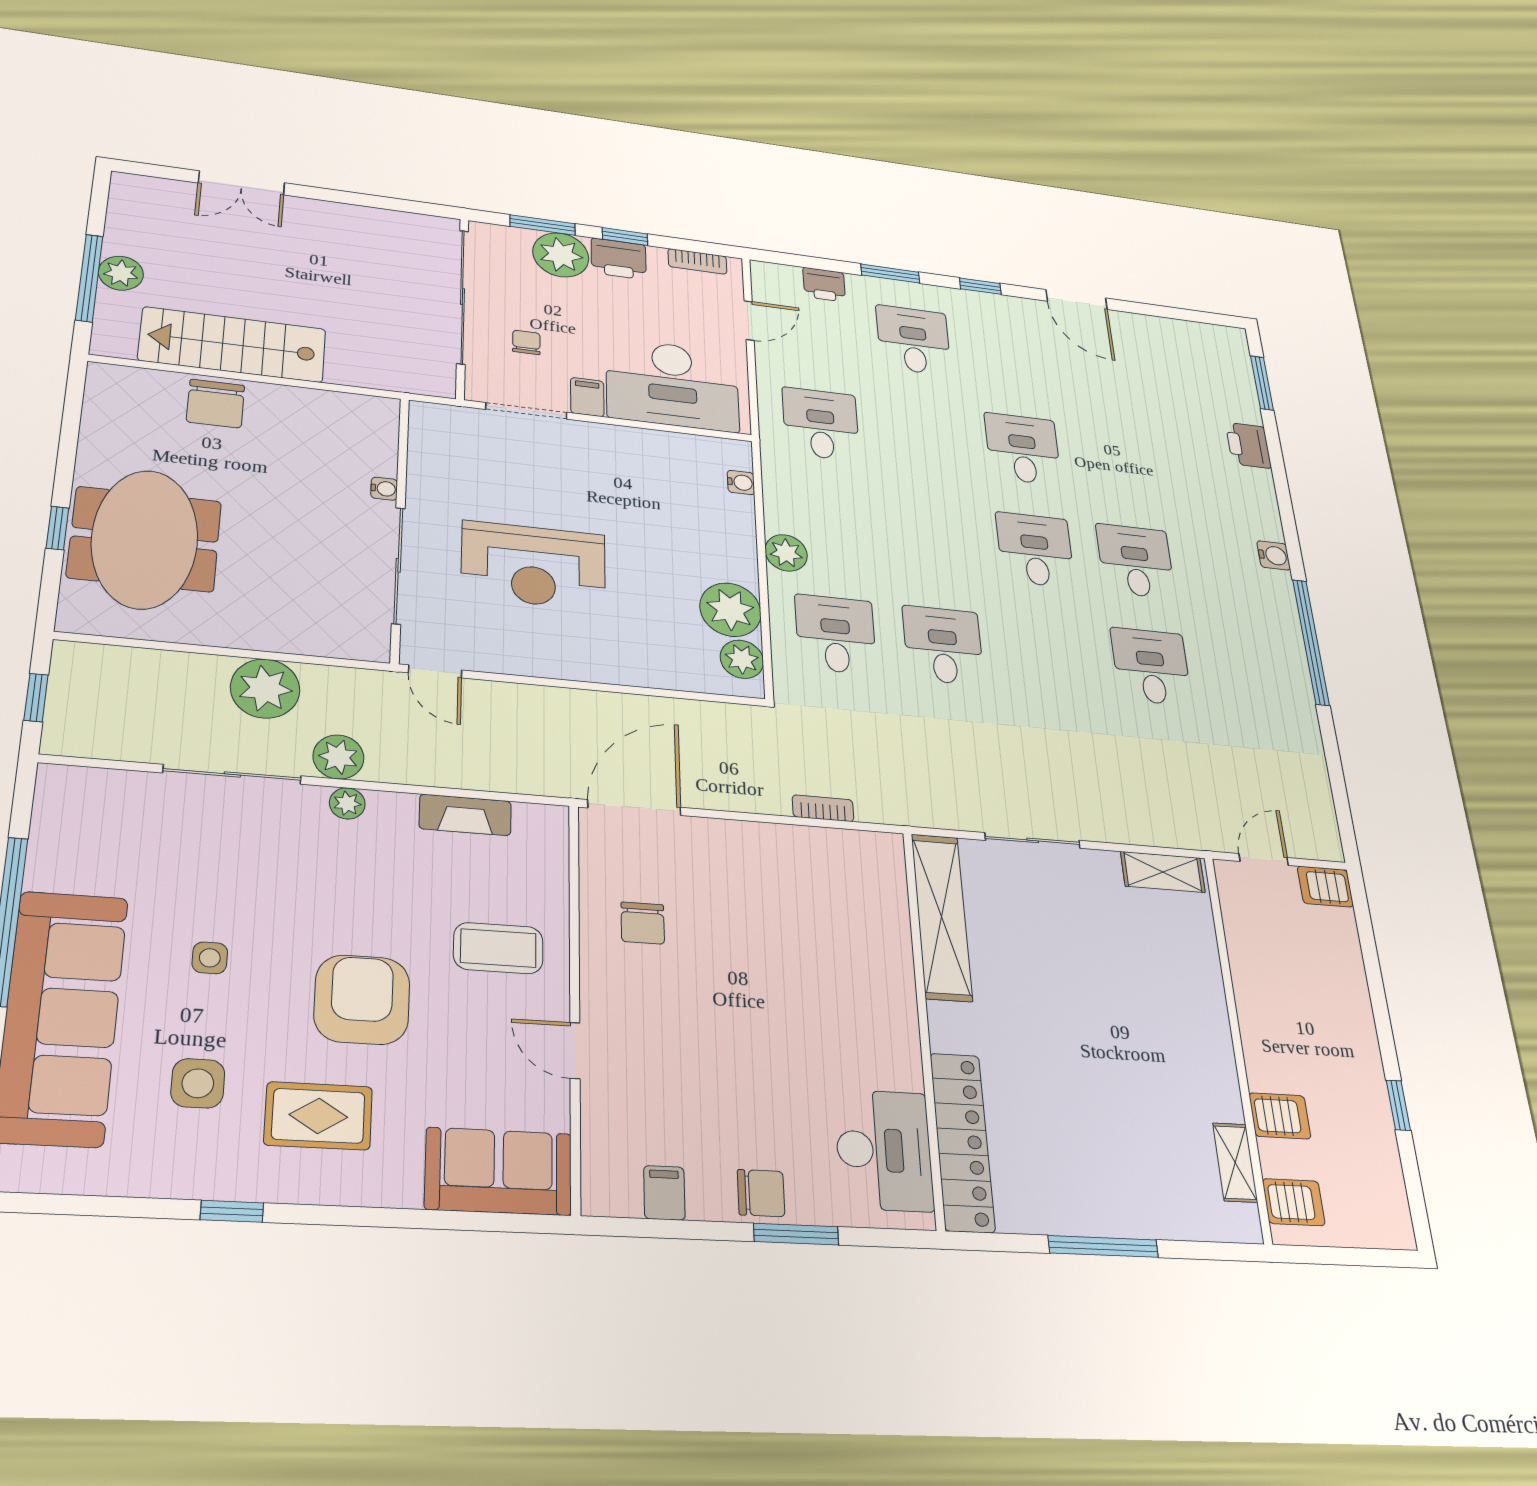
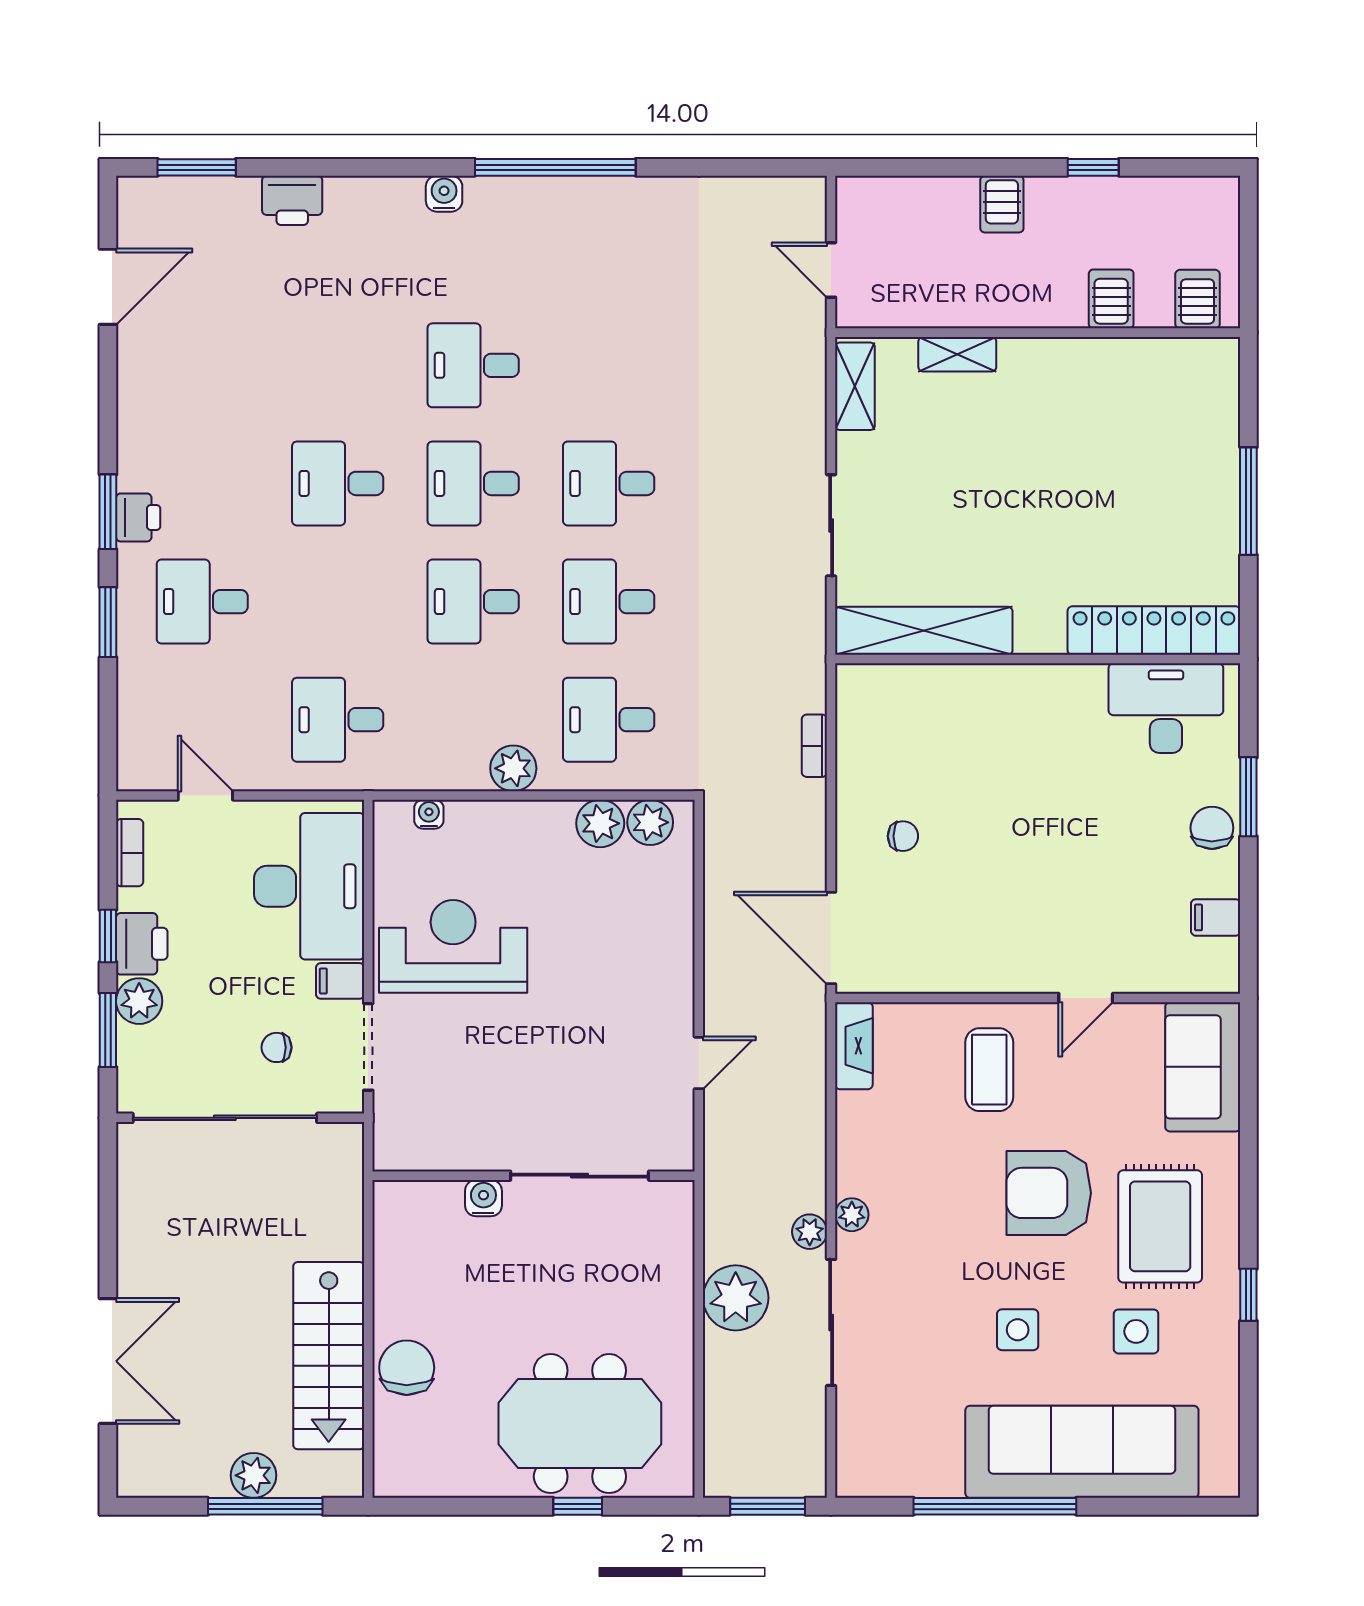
double door: (242, 183) -> (108, 1361), width x1.37
plant: (561, 255) -> (139, 1001), width x0.73, depth x0.73
printer: (824, 285) -> (138, 517), moved
window: (980, 286) -> (108, 512), width x1.50
door: (1077, 300) -> (108, 287), moved
chair: (216, 404) -> (407, 1368), turned -90
water cooler: (384, 489) -> (483, 1198), width x1.38, depth x1.38
desk: (933, 538) -> (473, 602), added
reception desk: (534, 565) -> (453, 946), moved, turned -90
plant: (730, 610) -> (600, 823), width x0.73, depth x0.73
desk: (1151, 667) -> (609, 483), moved
door: (435, 671) -> (699, 1063), moved
window: (36, 698) -> (768, 1506), width x1.50
plant: (338, 757) -> (810, 1232), width x0.73, depth x0.73
fireplace: (465, 815) -> (854, 1046), moved
server rack: (1325, 887) -> (1002, 204), moved
chair: (643, 923) -> (903, 836), moved, width x0.73, depth x0.73
side table: (210, 958) -> (1018, 1330), width x1.37, depth x1.37
rug: (318, 1116) -> (1160, 1226), width x1.36, depth x1.43
shelving: (1235, 1163) -> (957, 354), moved

